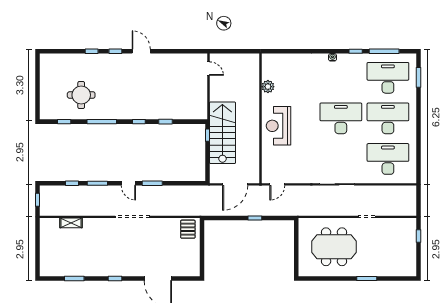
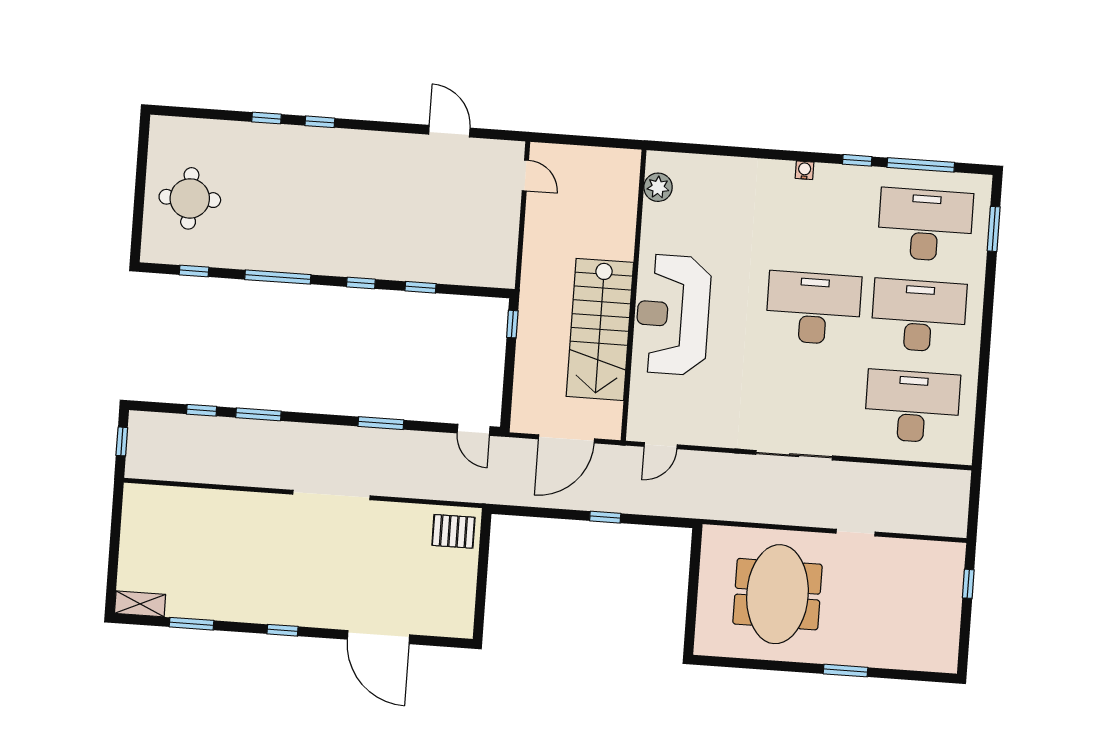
door: (141, 51) -> (449, 131), moved
plant: (268, 87) -> (658, 187), moved
round table: (81, 95) -> (190, 198), moved
reception desk: (279, 126) -> (673, 315), width x1.36, depth x1.30
stairs: (222, 133) -> (600, 329), moved, turned 180
door: (128, 183) -> (474, 430), moved
shelving: (71, 223) -> (140, 604), moved
pallet: (188, 229) -> (453, 531), turned 90
meeting table: (334, 247) -> (777, 594), turned 90

